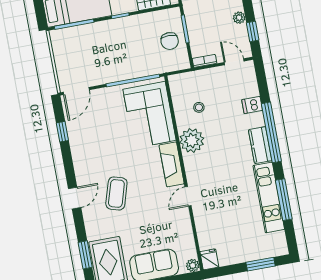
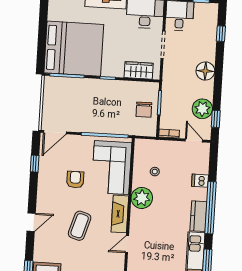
plant: (239, 18) -> (202, 109), width x1.88, depth x1.88
armchair: (112, 138) -> (75, 180), added
coffee table: (116, 193) -> (80, 226), moved

